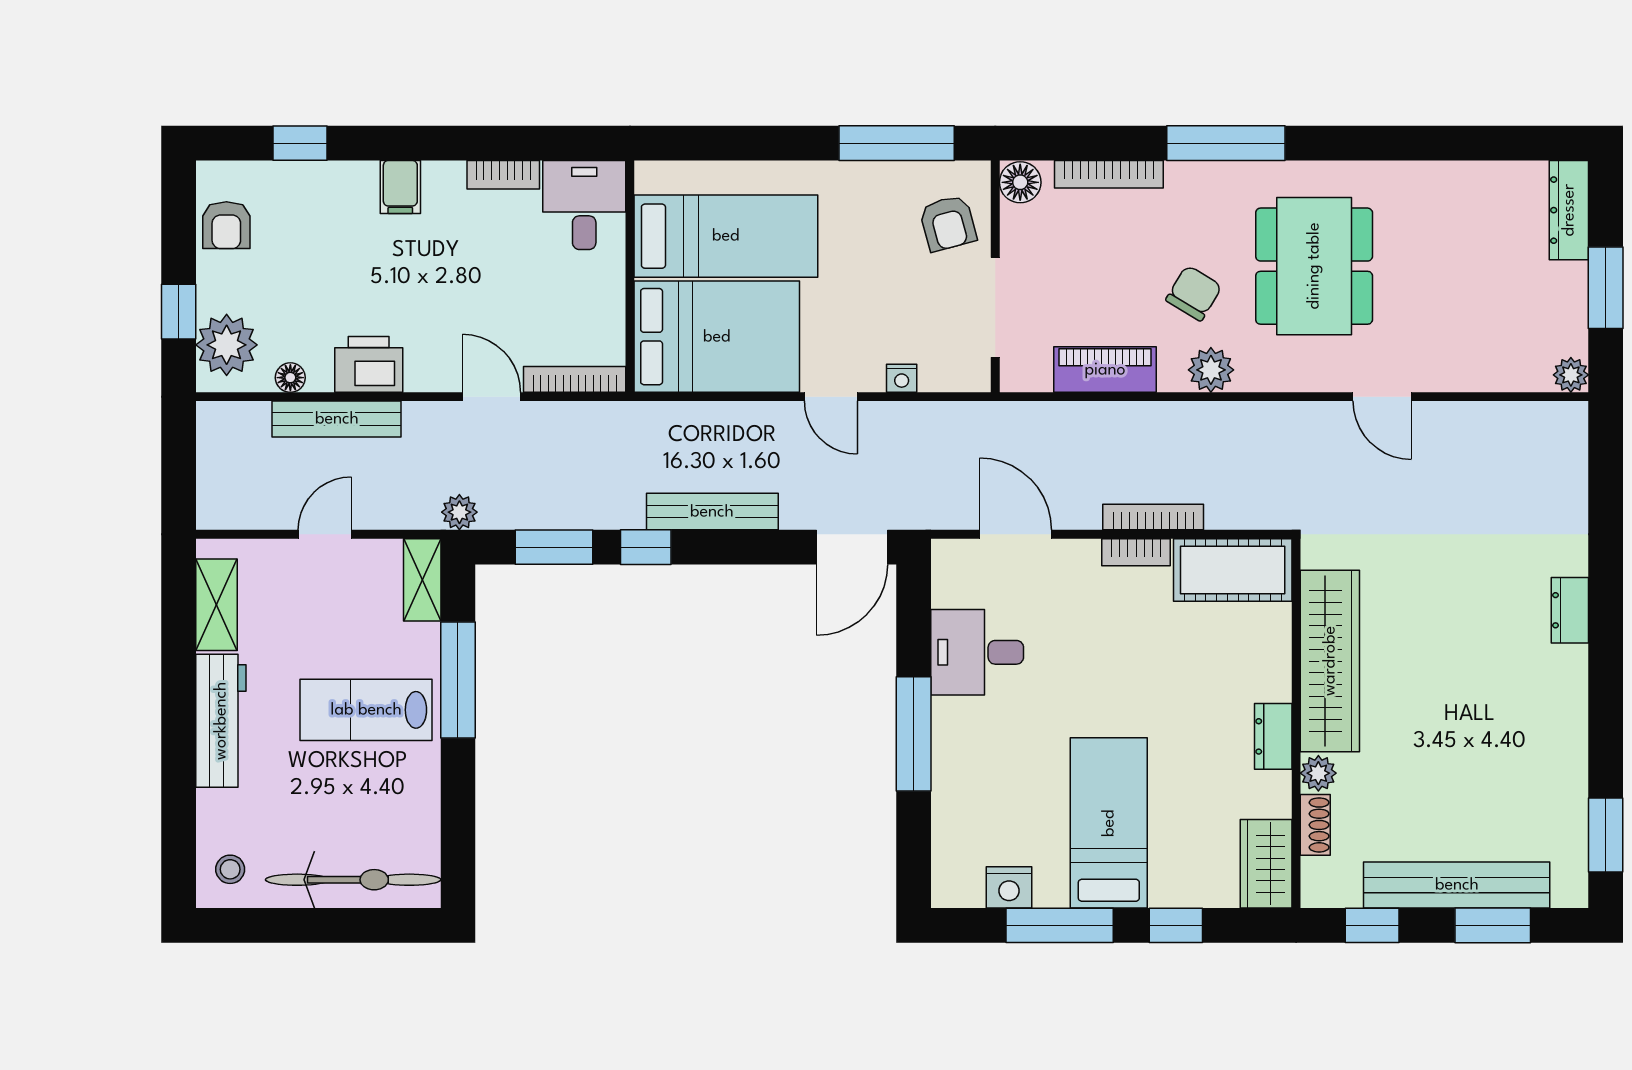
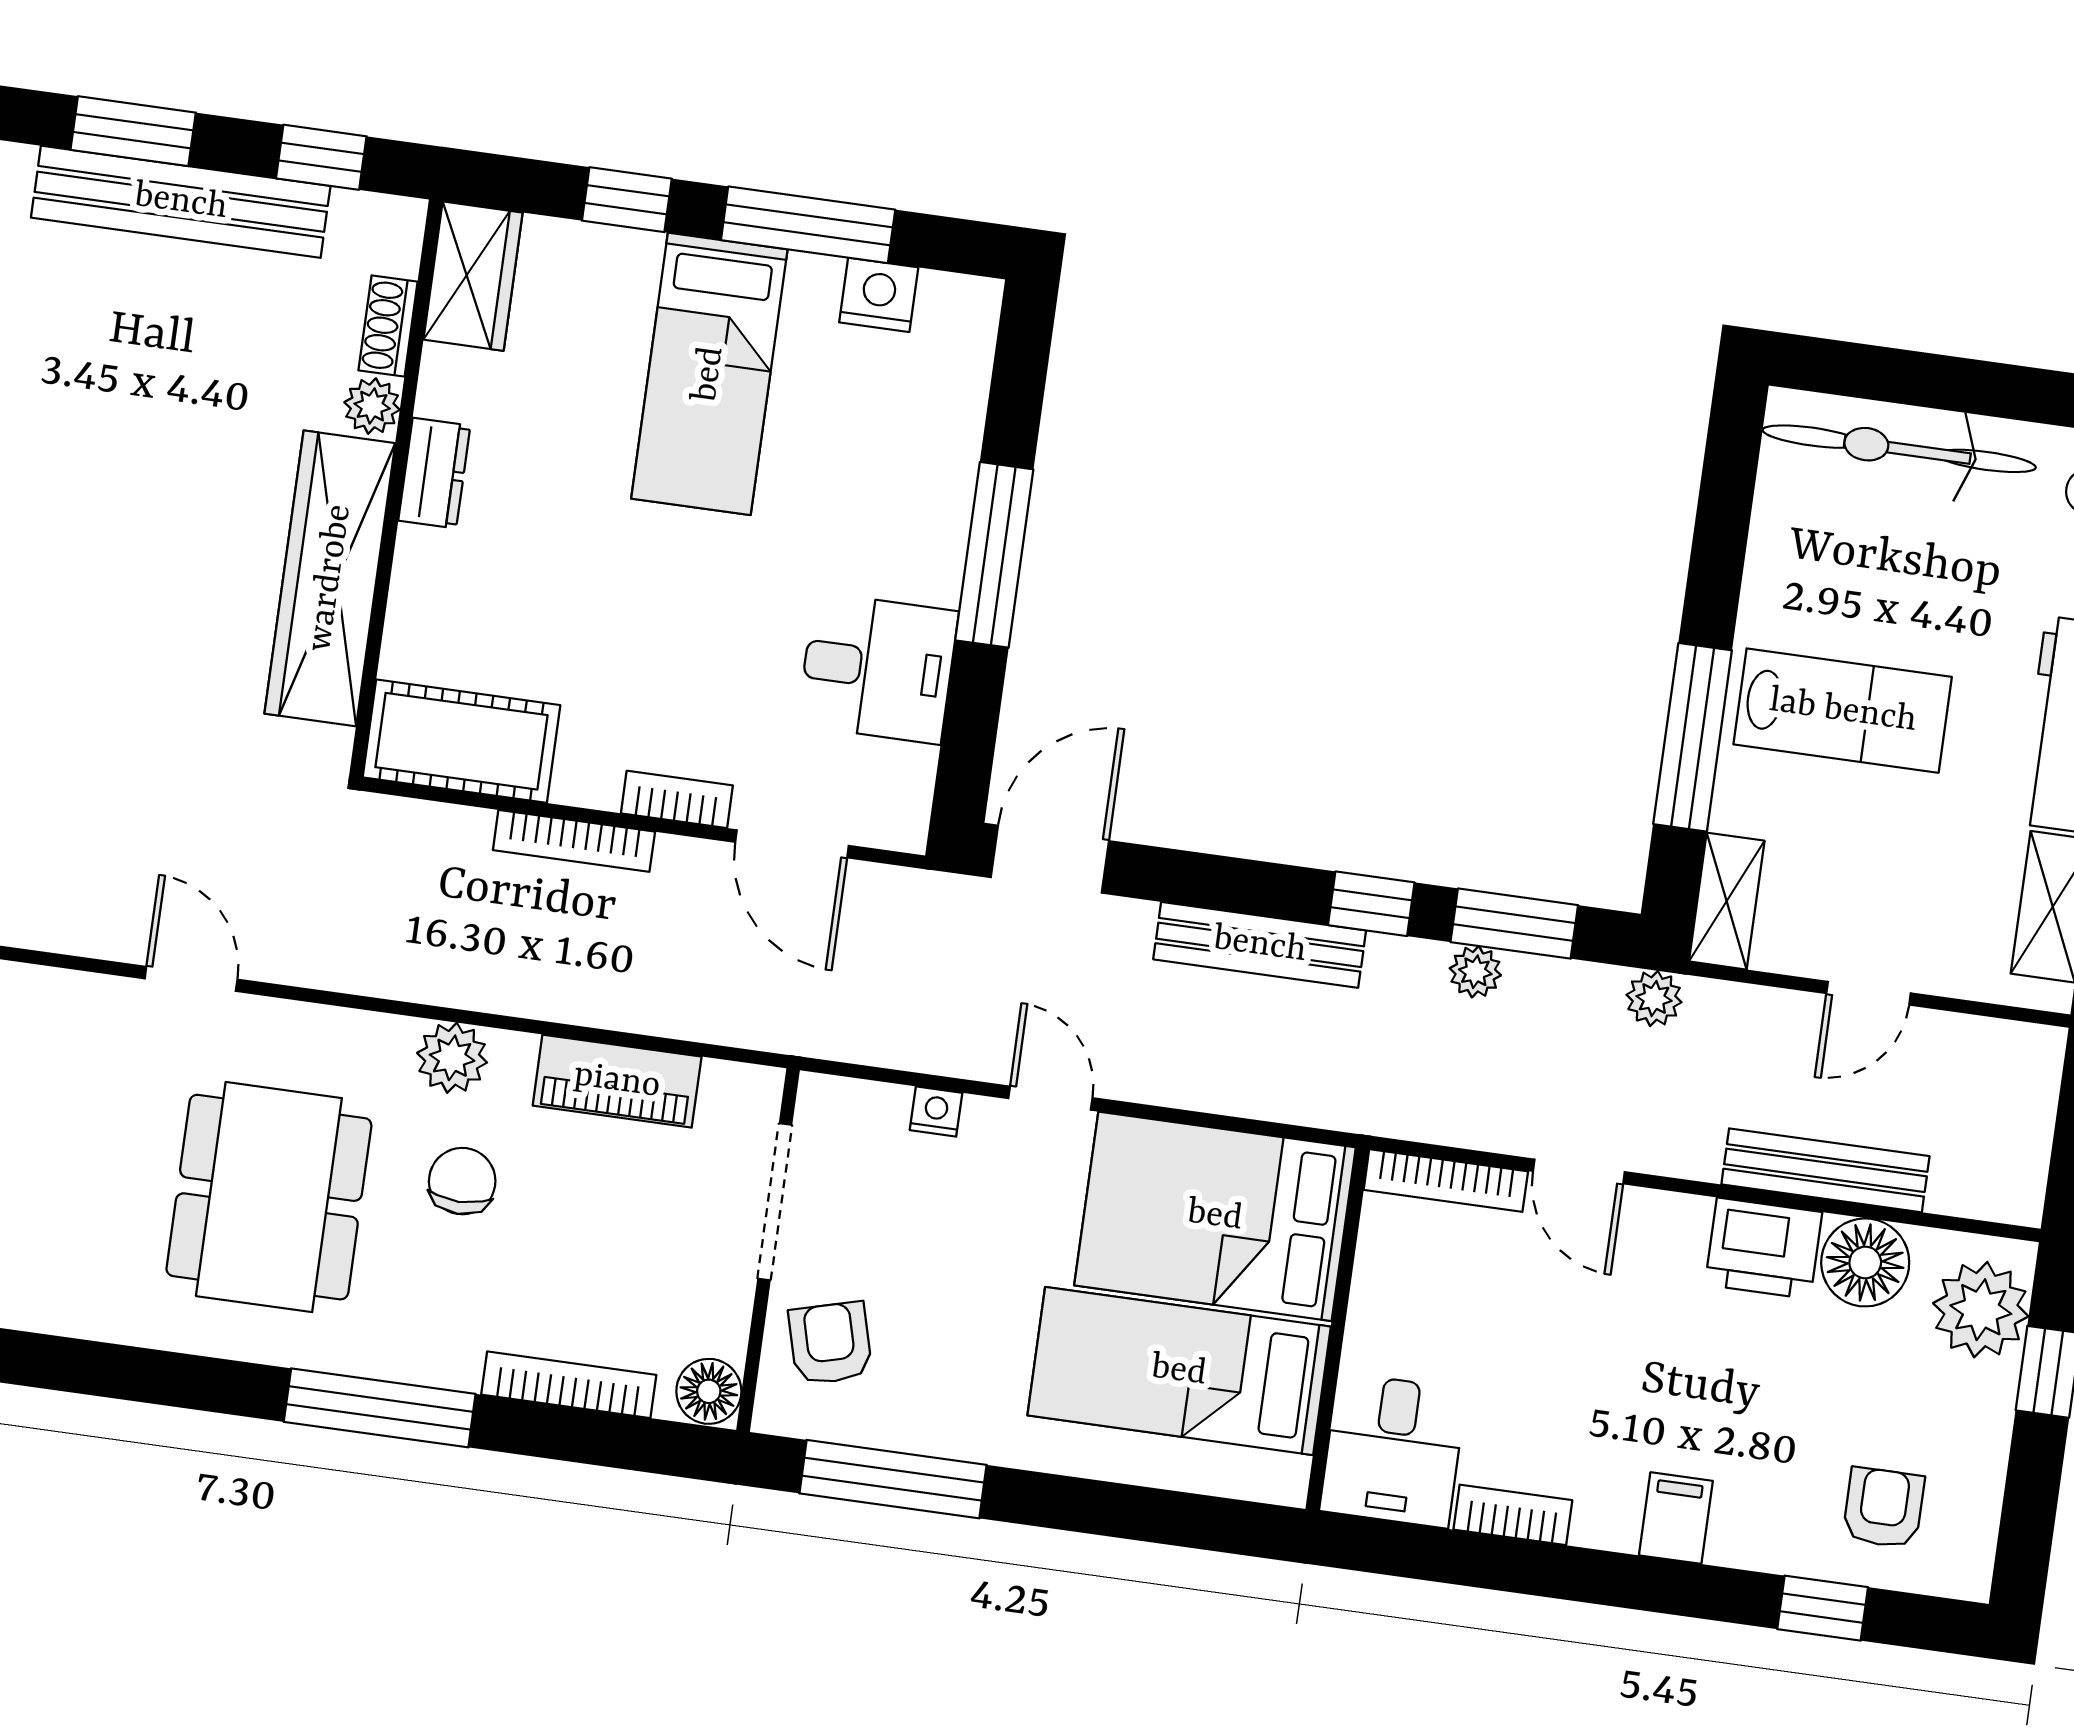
armchair: (226, 225) -> (1884, 1508), moved
chair: (1194, 293) -> (462, 1181), turned 149
floor lamp: (290, 378) -> (1865, 1262), width x1.89, depth x1.89
plant: (574, 513) -> (1475, 972), added
bookcase: (1136, 552) -> (677, 799), moved

